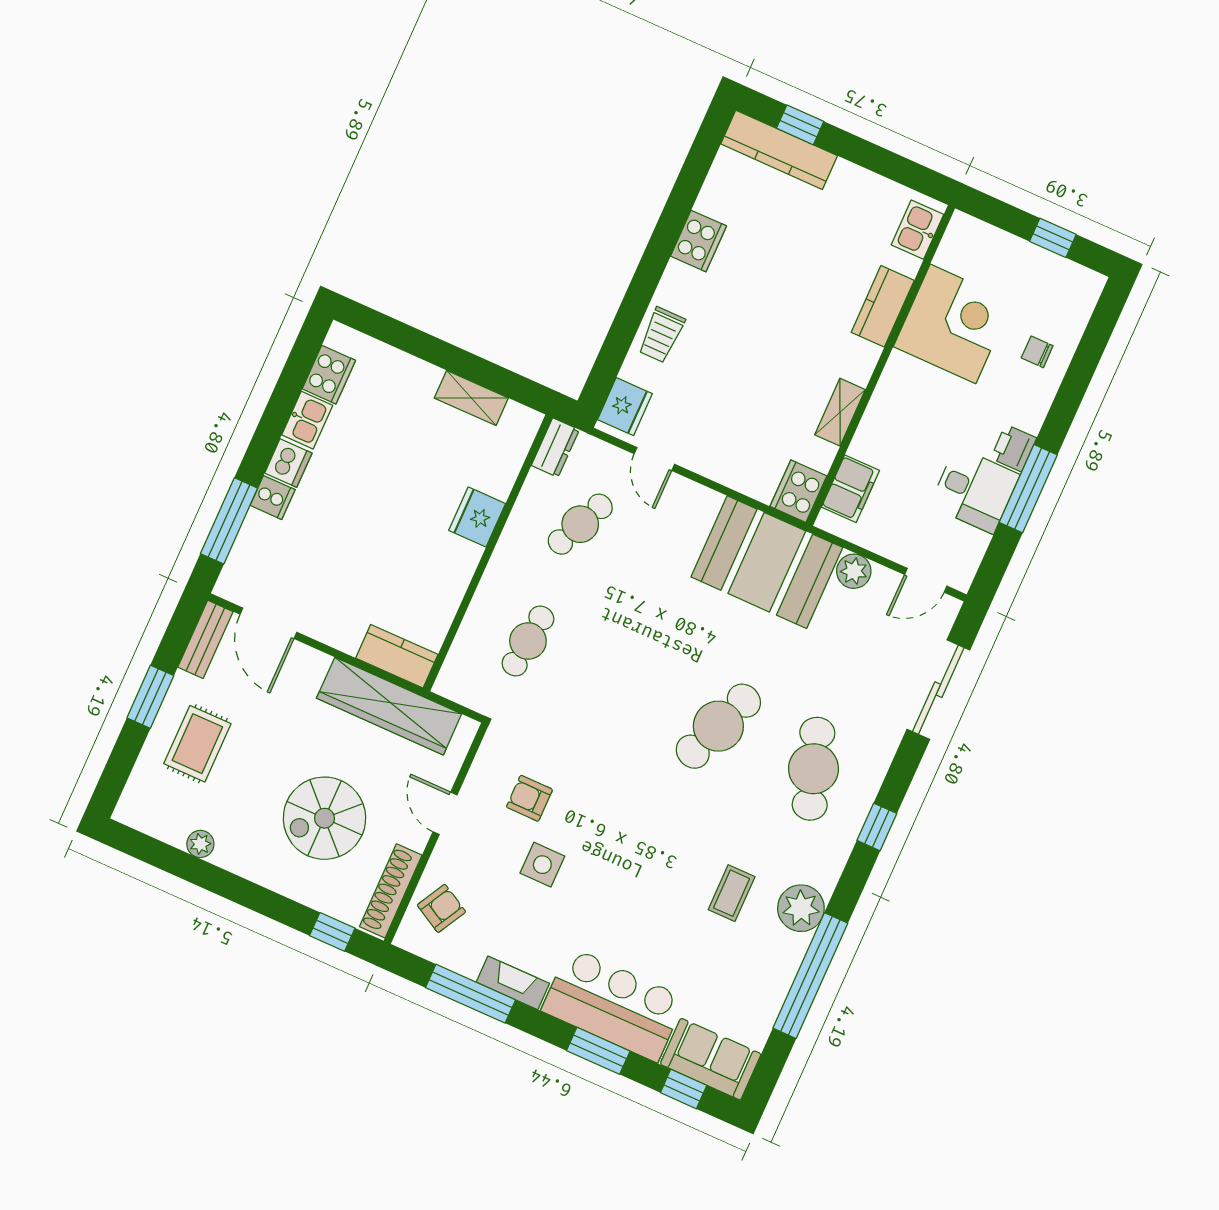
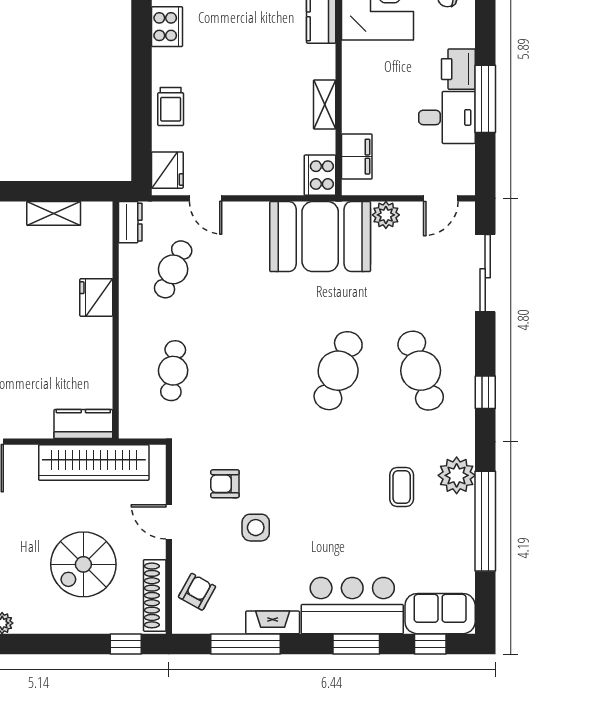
printer: (1014, 448) -> (458, 69), width x1.36, depth x1.24

